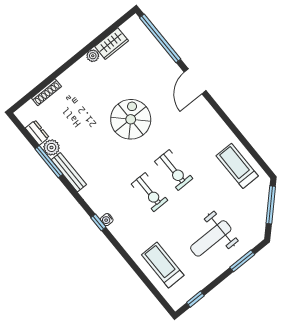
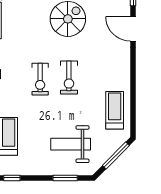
door: (195, 81) -> (133, 29), hinge flipped
weight bench: (211, 238) -> (71, 144), moved

